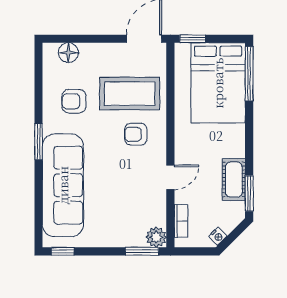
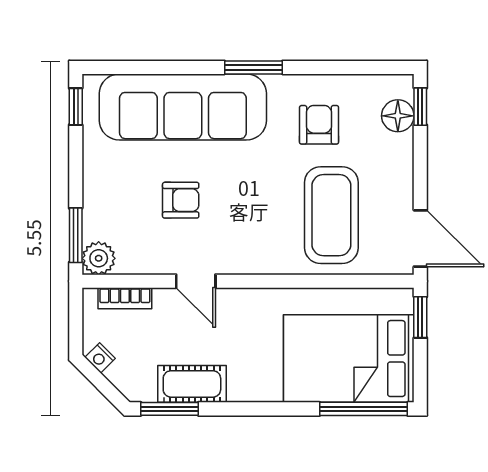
window: (63, 39) -> (420, 107), added
armchair: (136, 134) -> (181, 200), moved, turned 90

